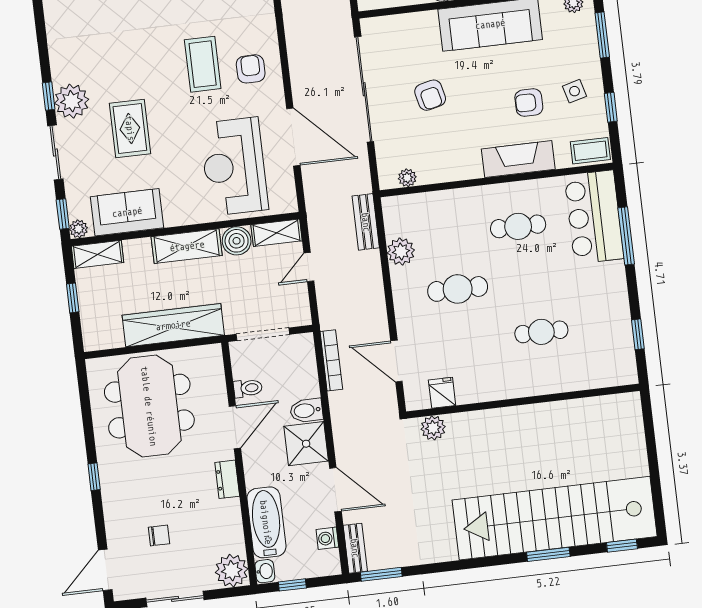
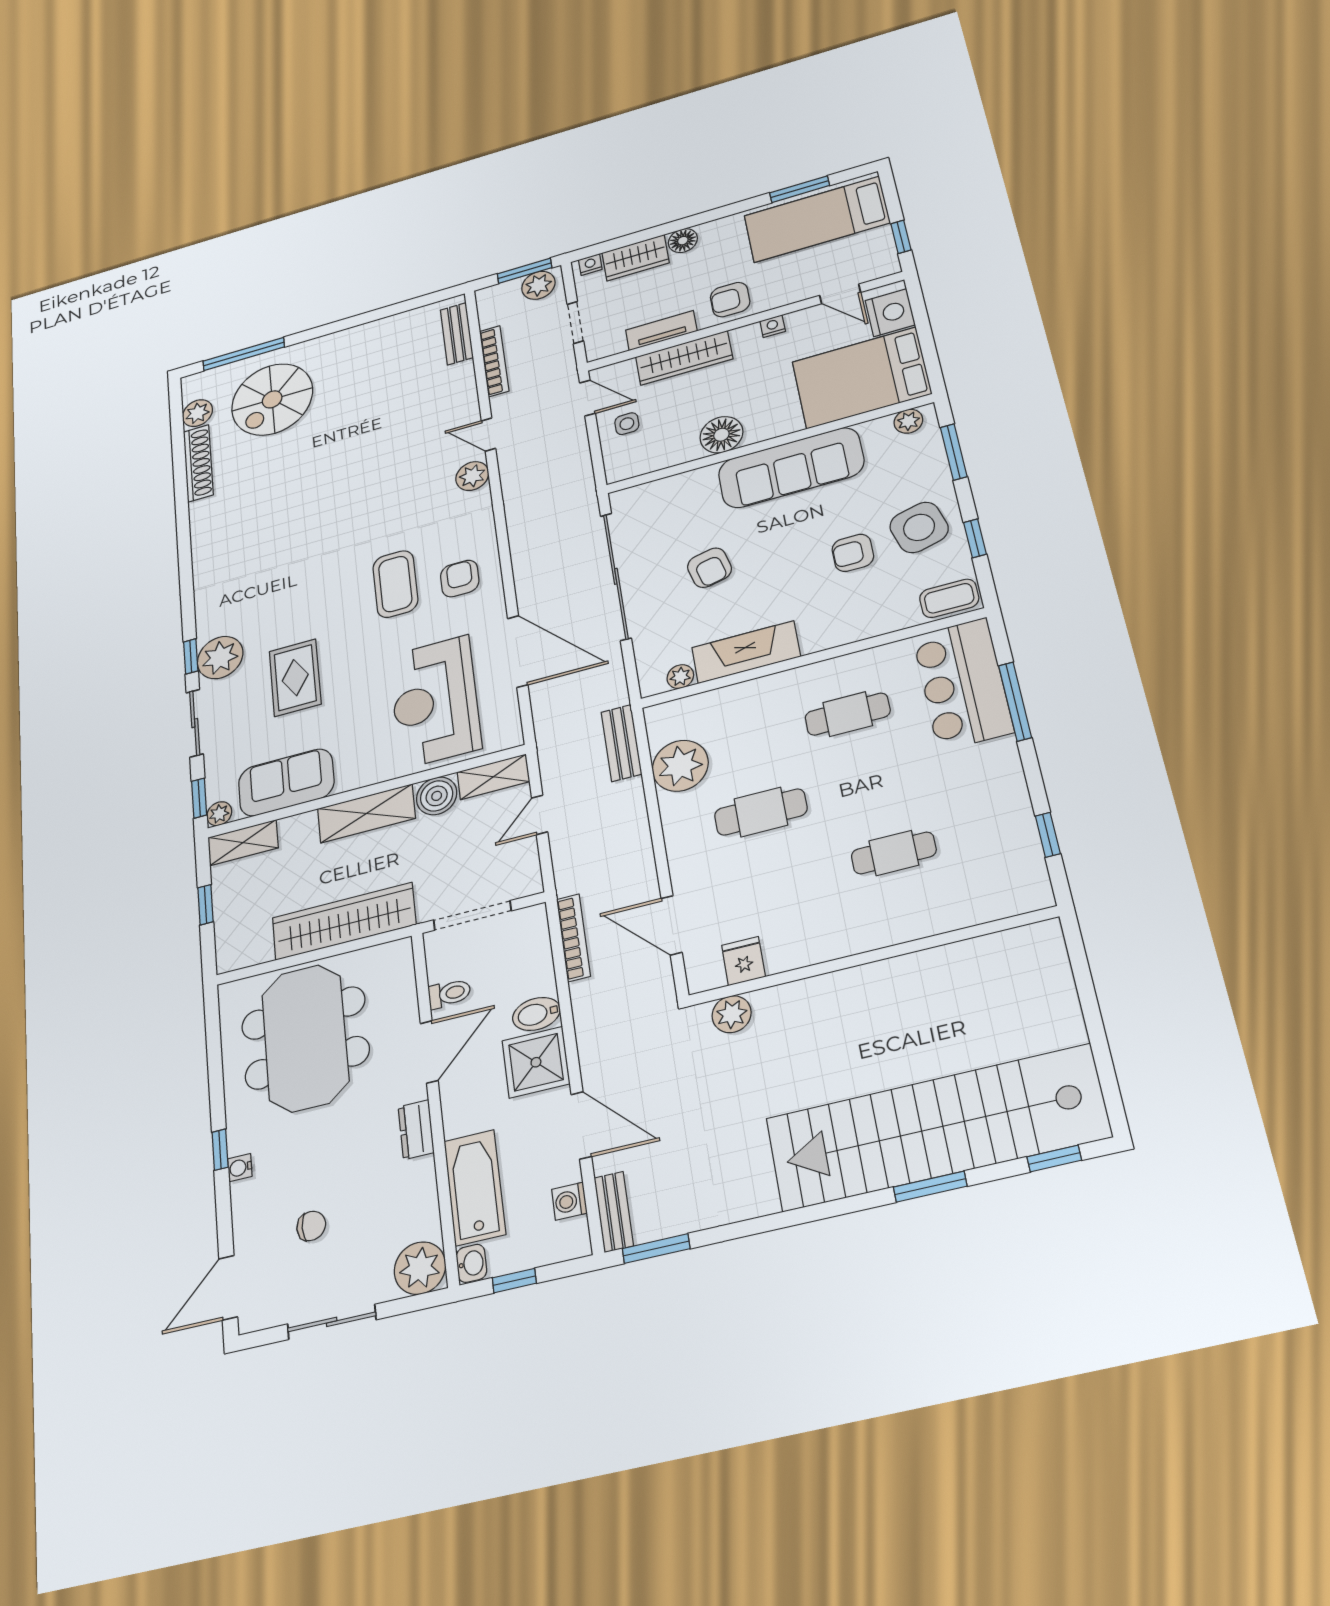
side table: (574, 91) -> (919, 527), width x1.87, depth x1.87
fireplace: (518, 159) -> (746, 652), moved
plant: (401, 252) -> (680, 766), width x1.36, depth x1.36
water cooler: (108, 491) -> (240, 1168), added

